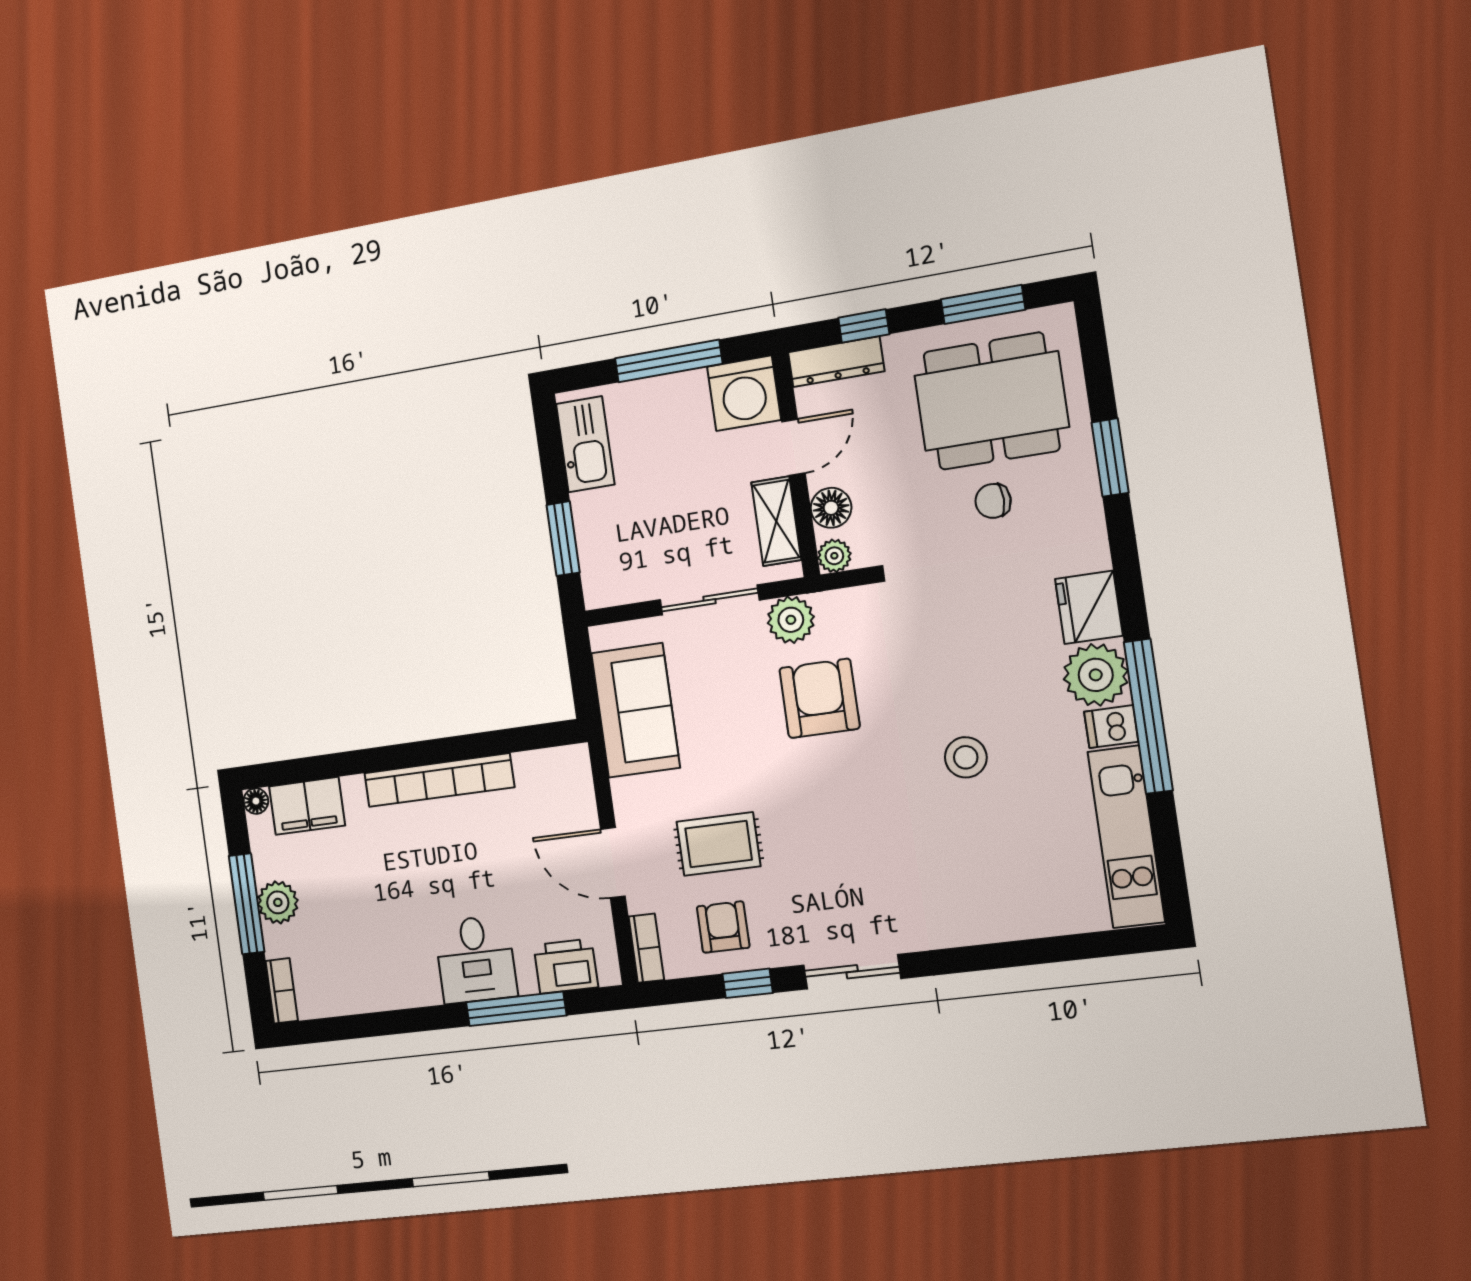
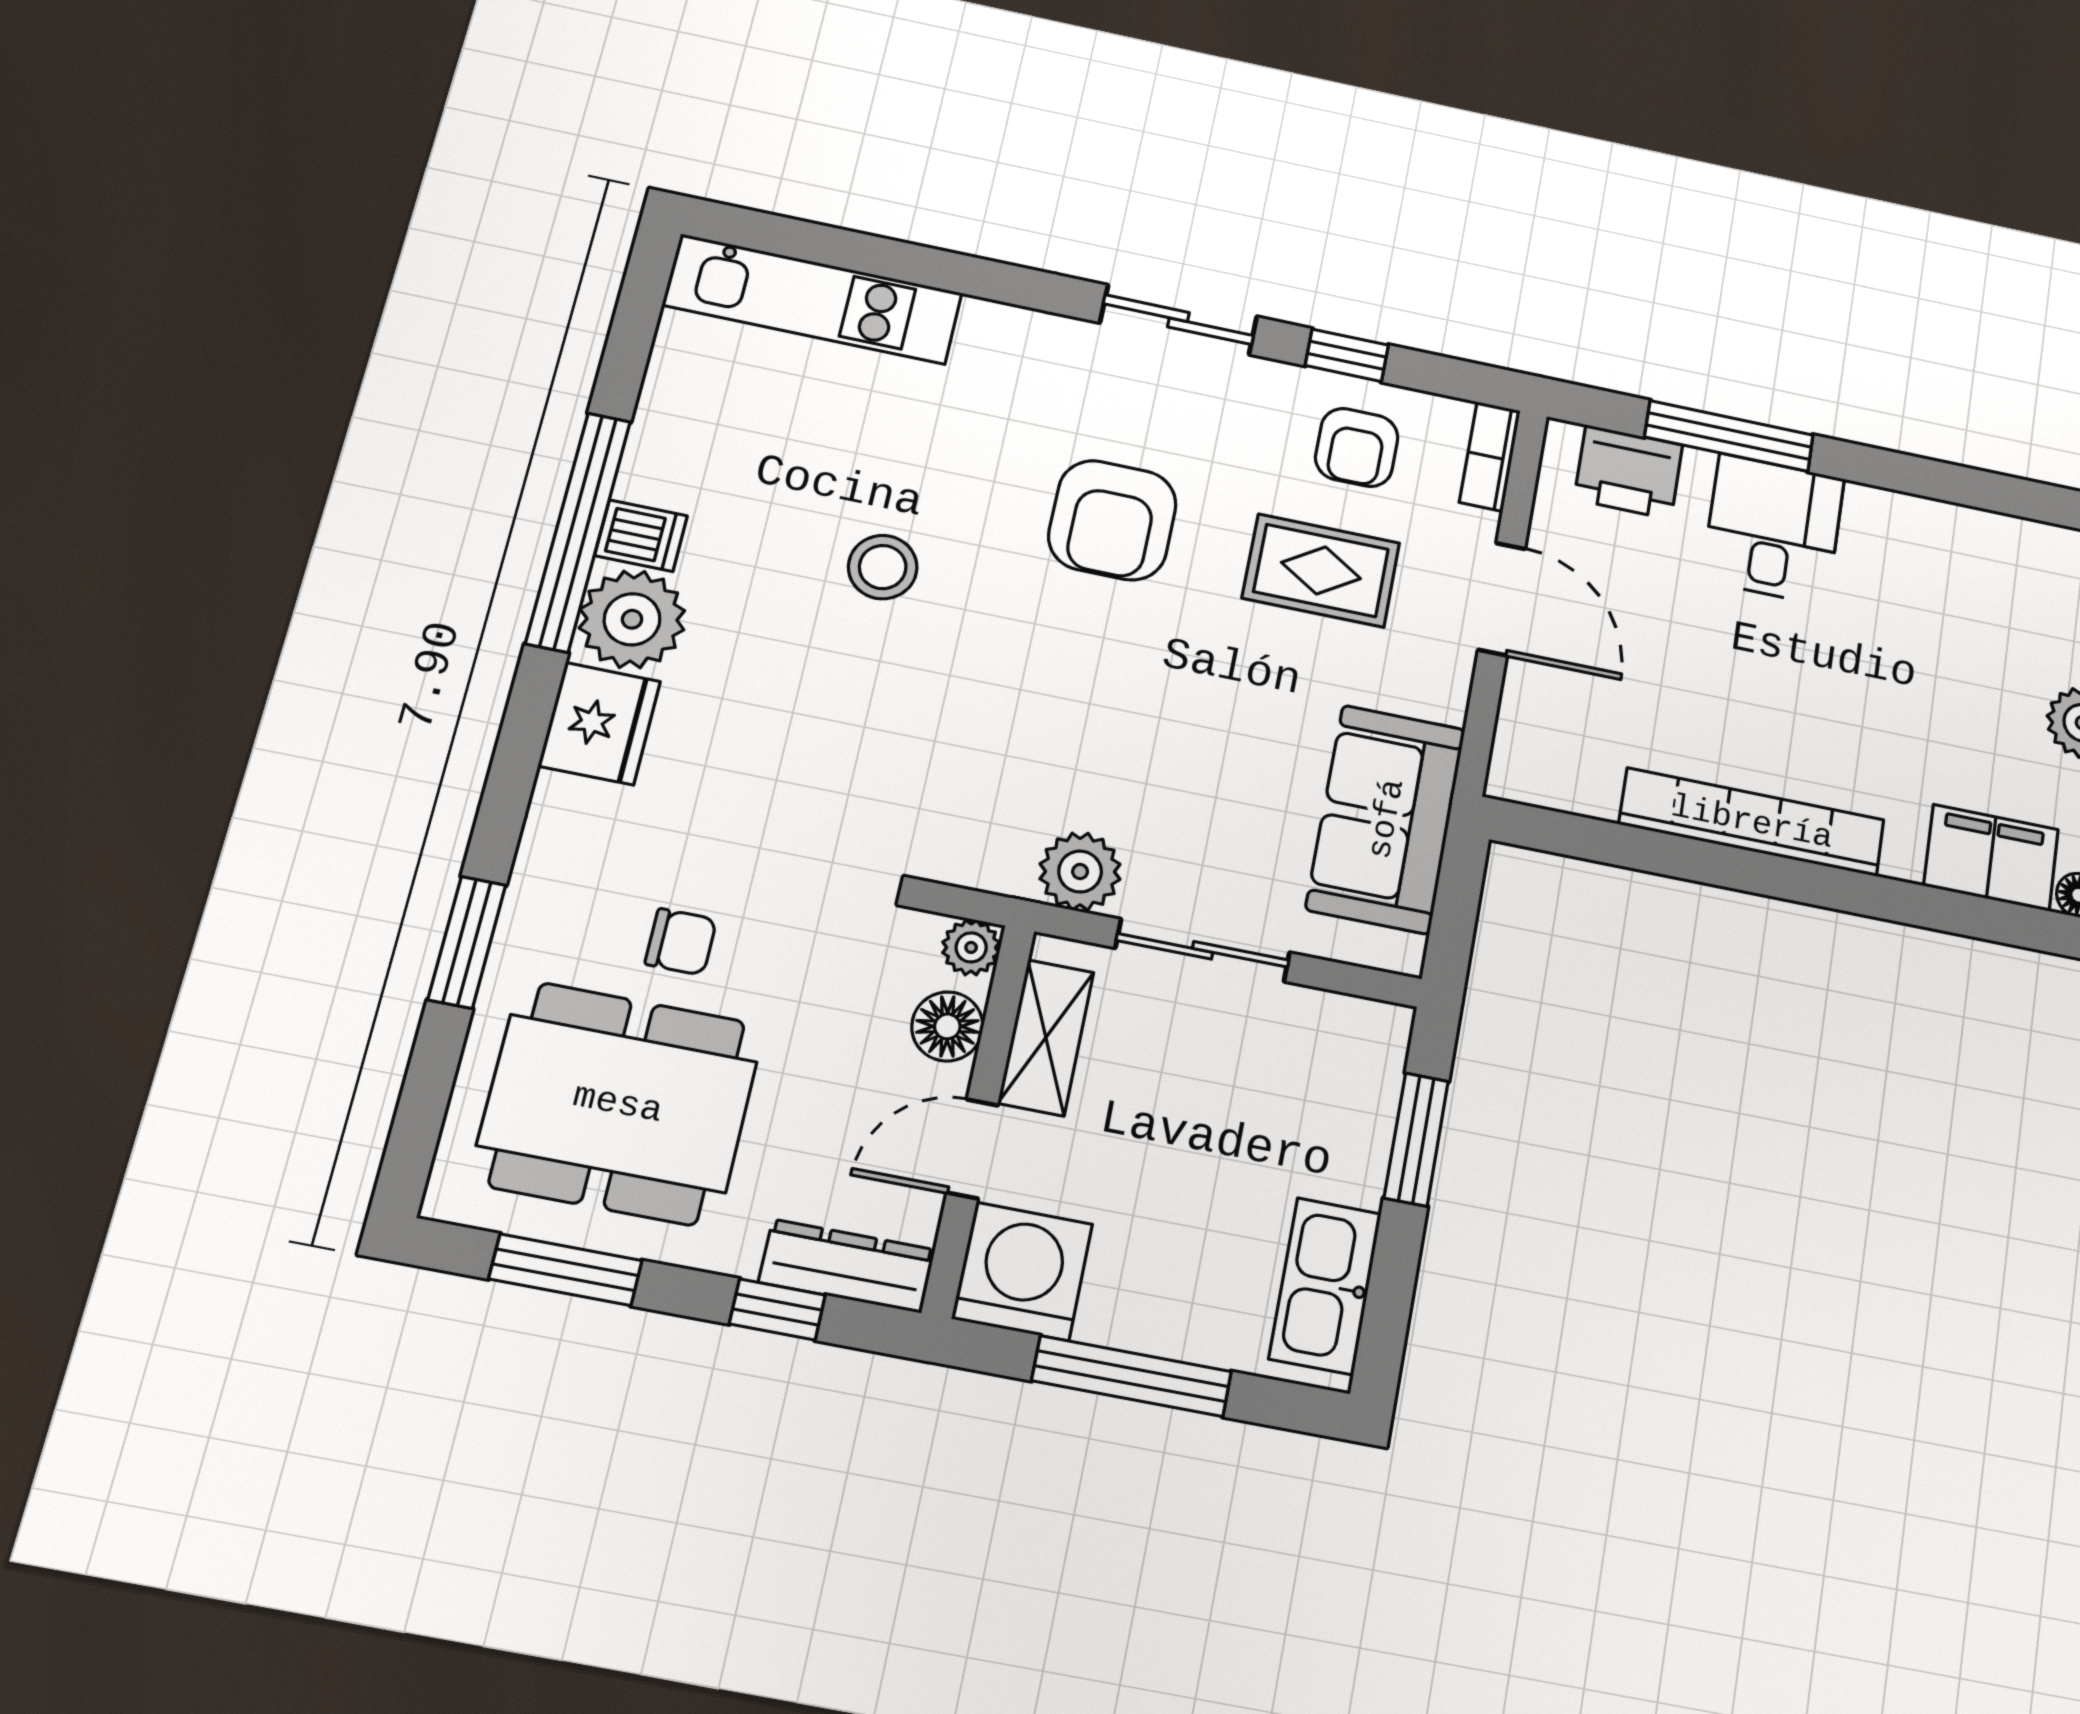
armchair: (820, 698) -> (1112, 520), moved
kitchen unit: (1126, 837) -> (813, 299), moved, turned 90

